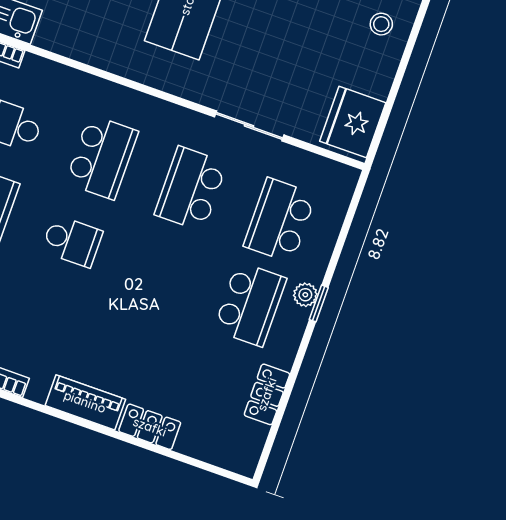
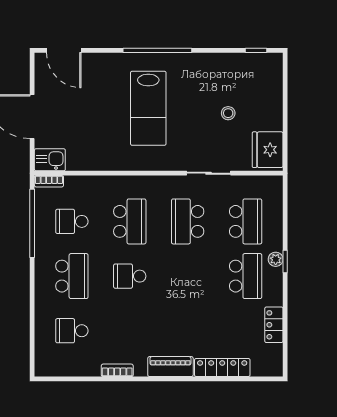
stool: (381, 24) -> (228, 113), moved
school desk: (280, 220) -> (246, 221), turned 180
school desk: (72, 241) -> (130, 276), turned 180
locker: (150, 427) -> (222, 368), width x1.53

